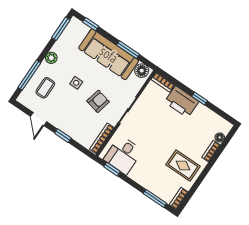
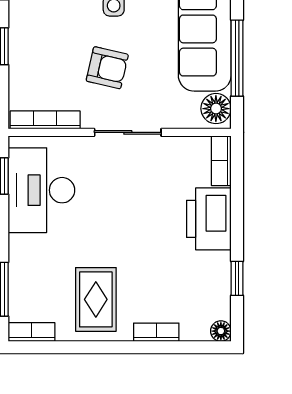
window: (128, 50) -> (237, 58), width x1.44
window: (200, 98) -> (237, 278), moved
floor lamp: (220, 137) -> (221, 331), moved
desk: (123, 155) -> (41, 190), width x1.37

